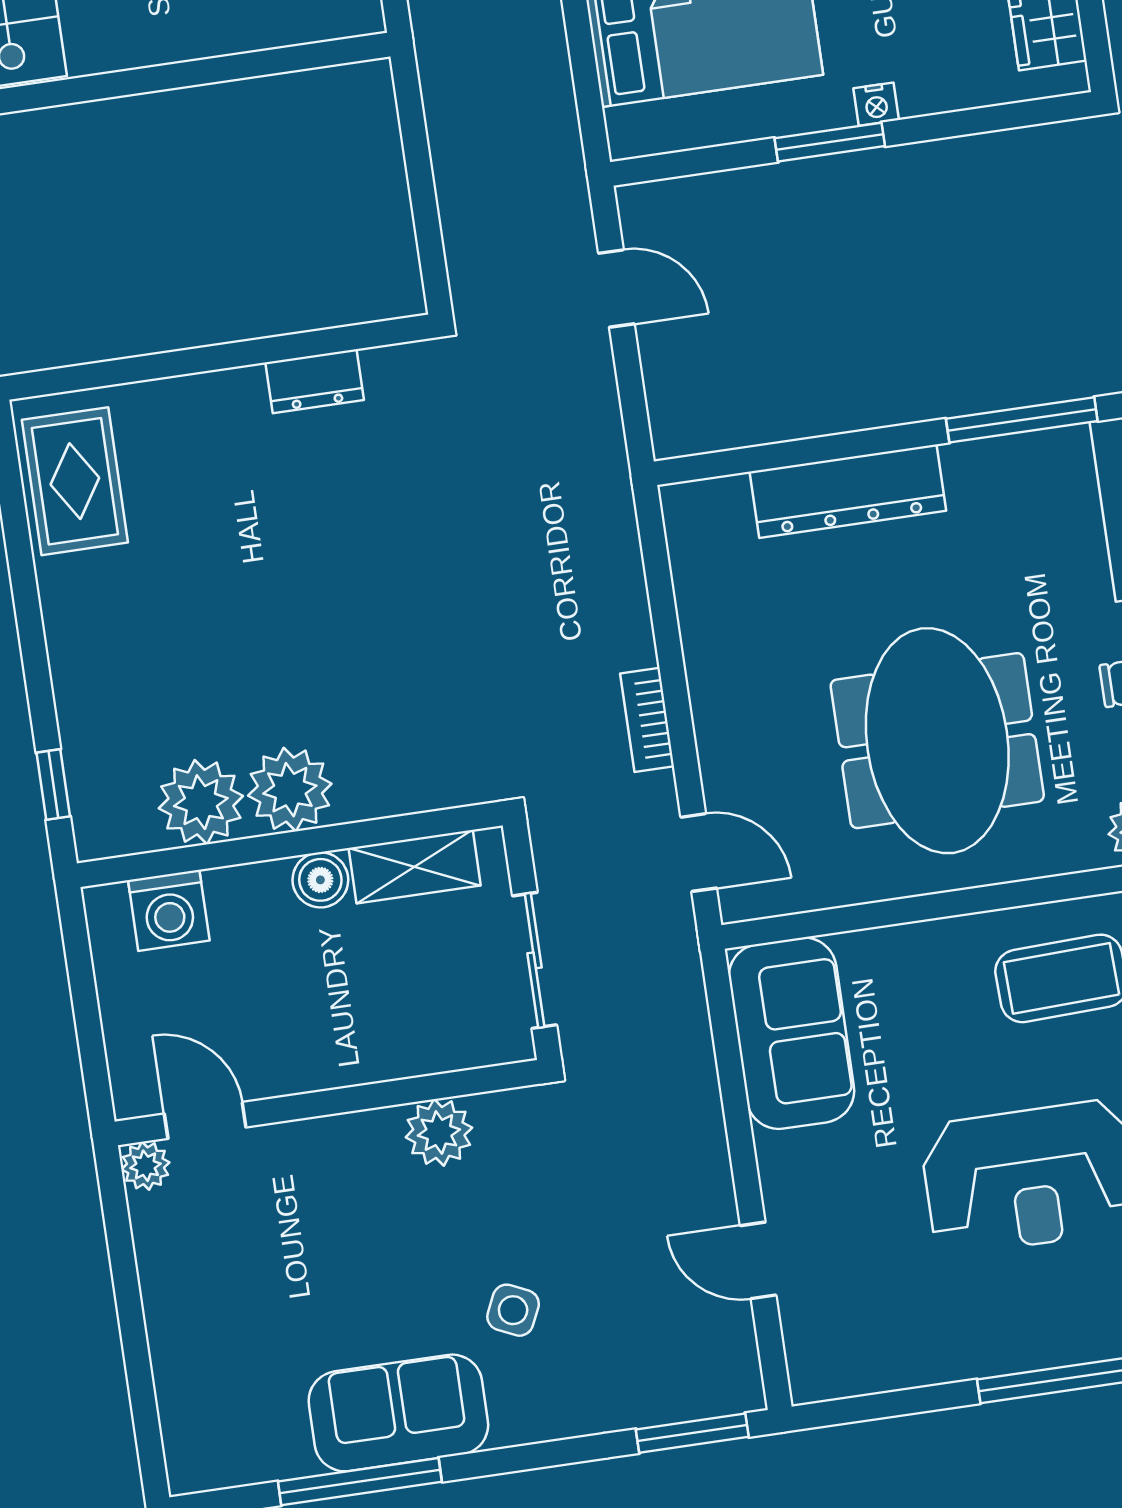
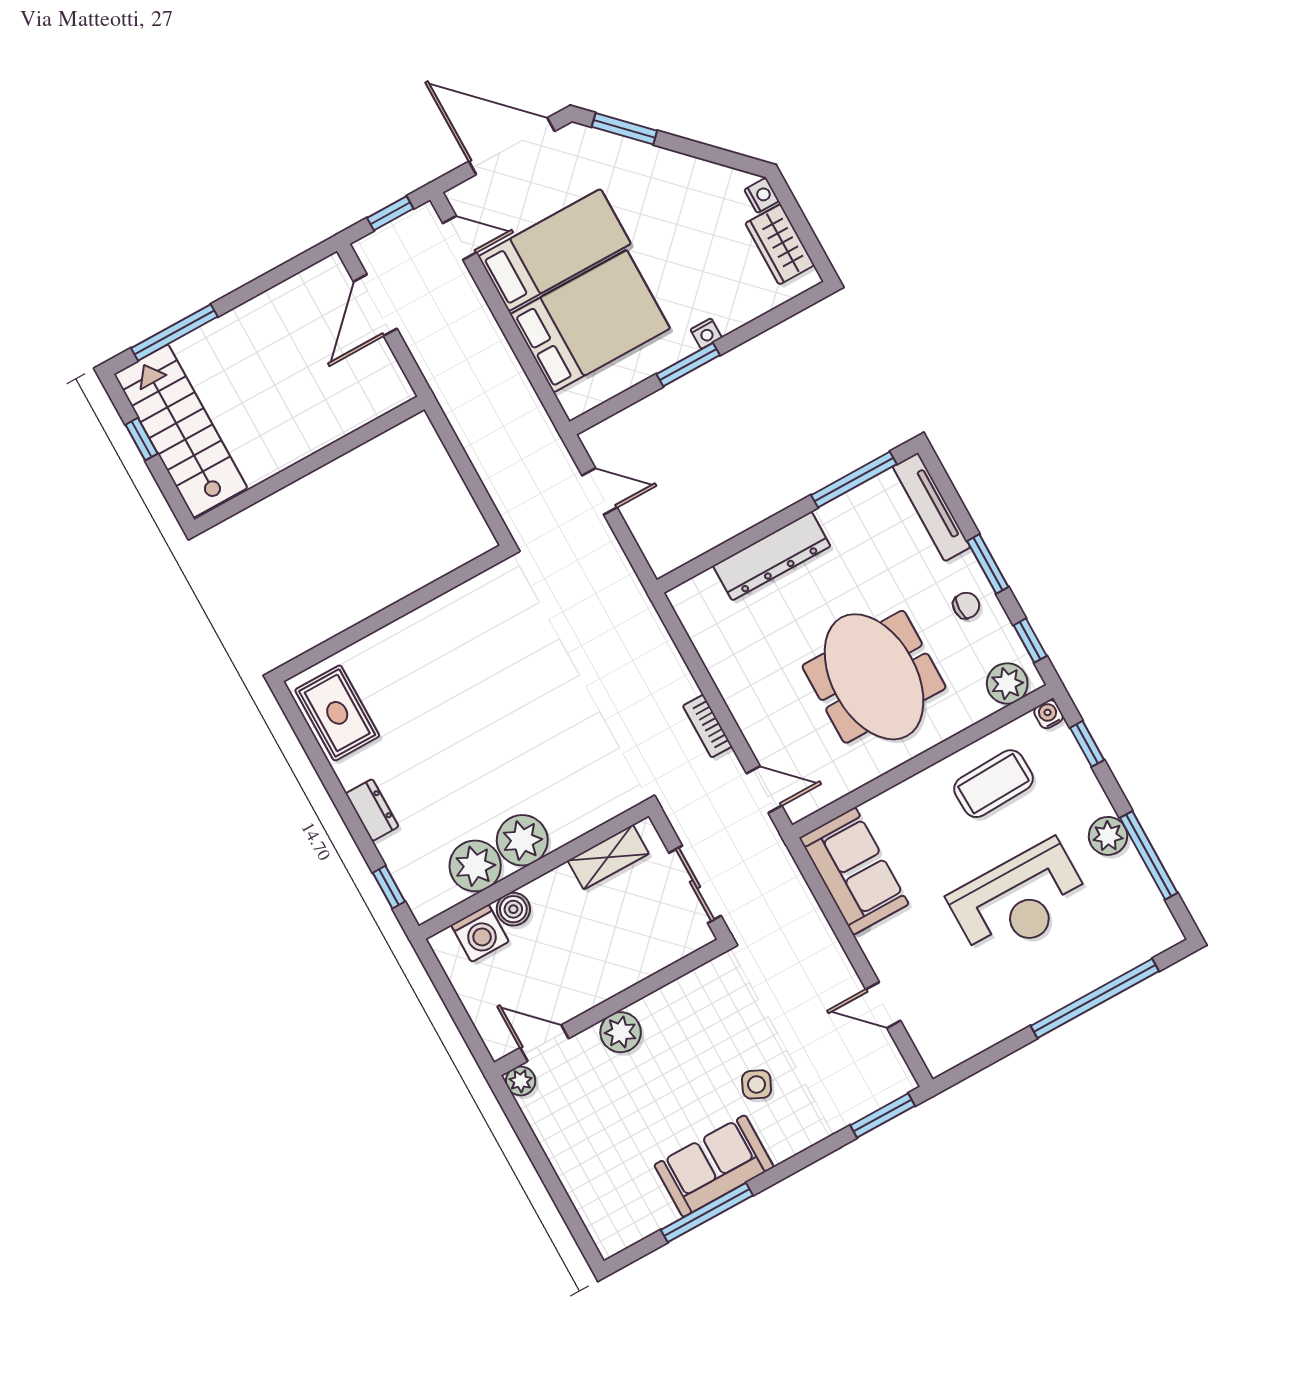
dresser: (315, 381) -> (372, 810), moved, turned -90
boiler: (320, 880) -> (513, 909), moved
plant: (439, 1132) -> (621, 1032), moved

